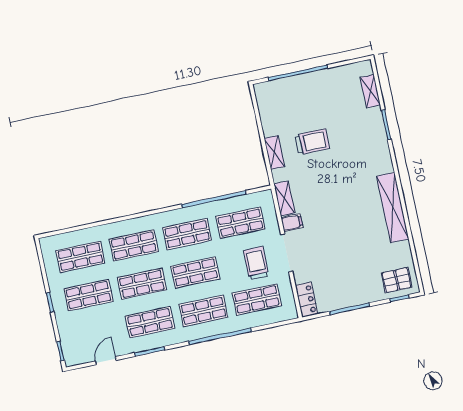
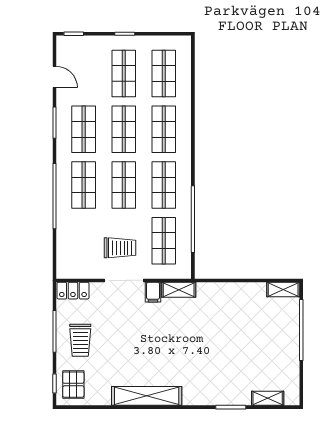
trolley: (312, 142) -> (80, 340), moved
shelving: (274, 152) -> (283, 289), moved
shop shelf: (257, 300) -> (84, 241), removed

